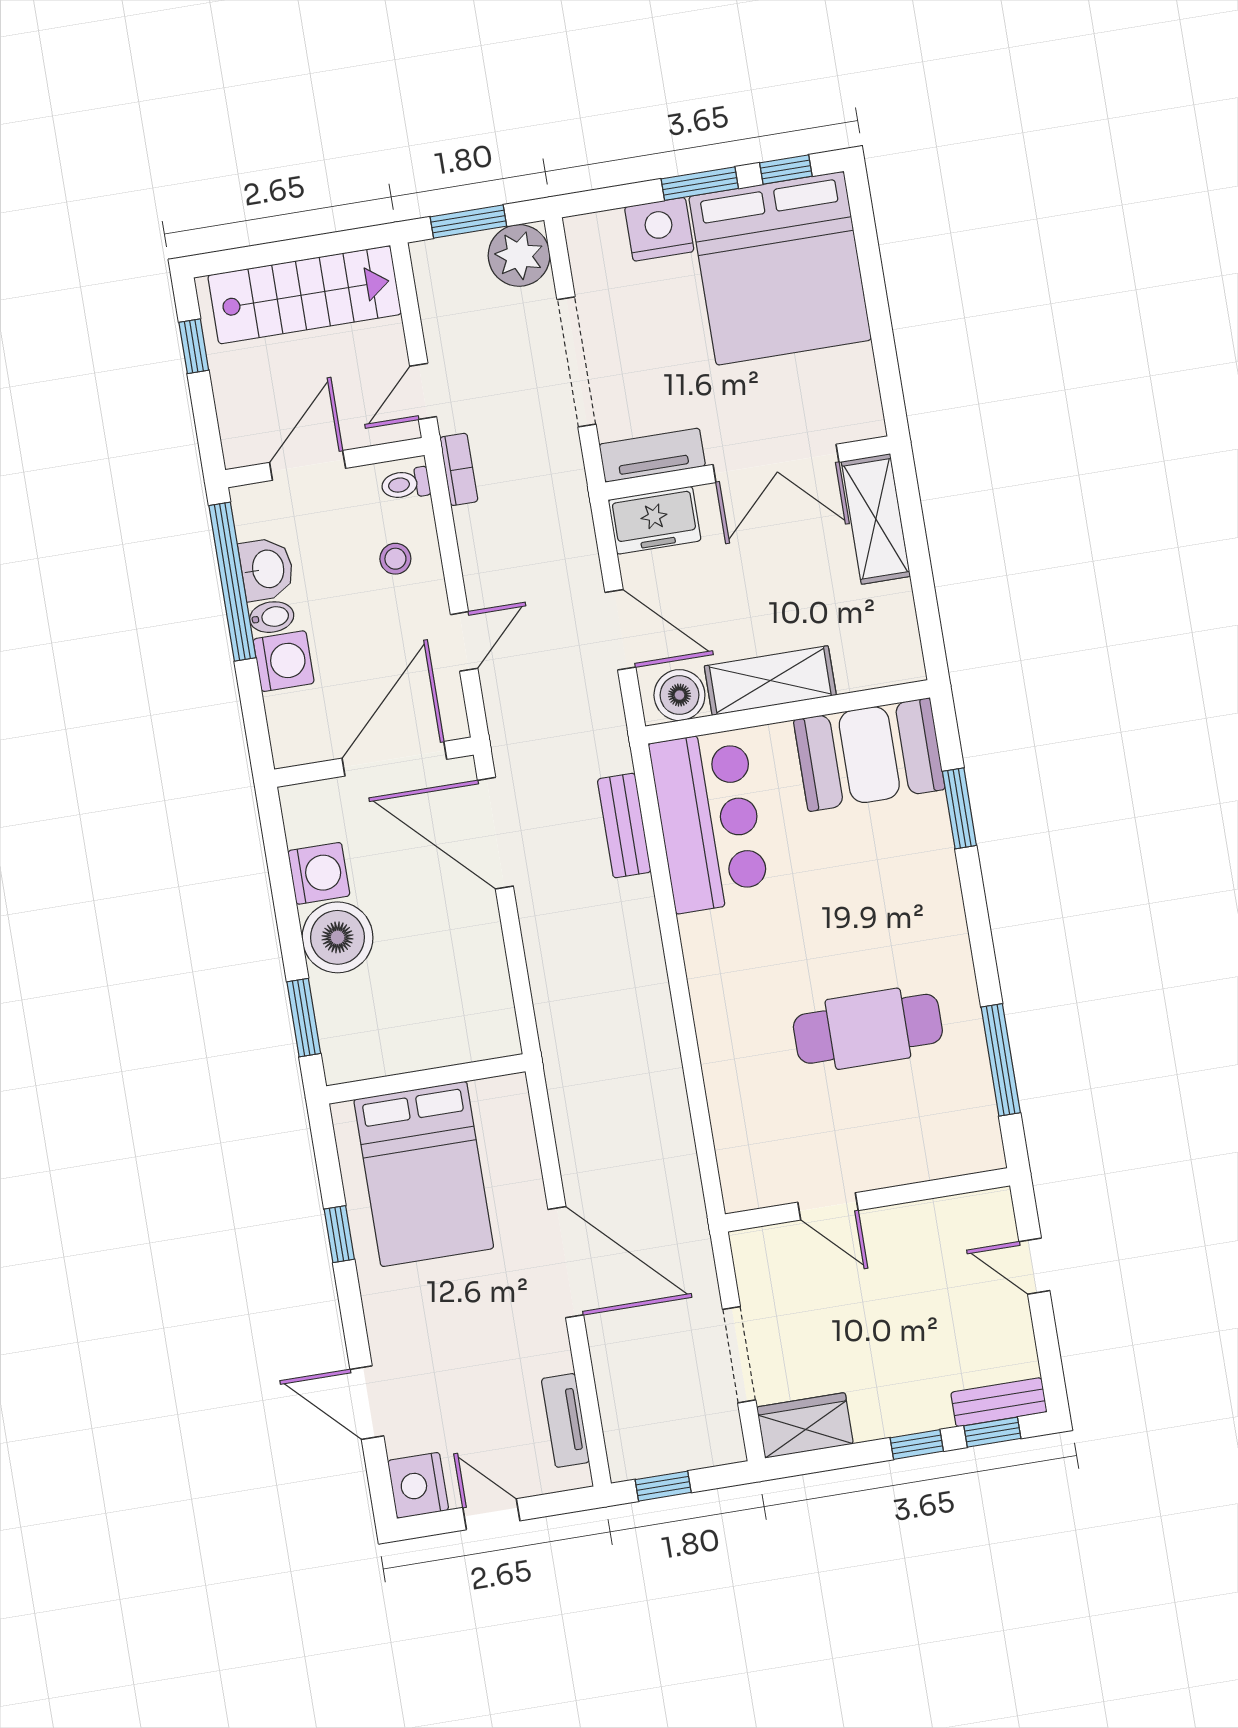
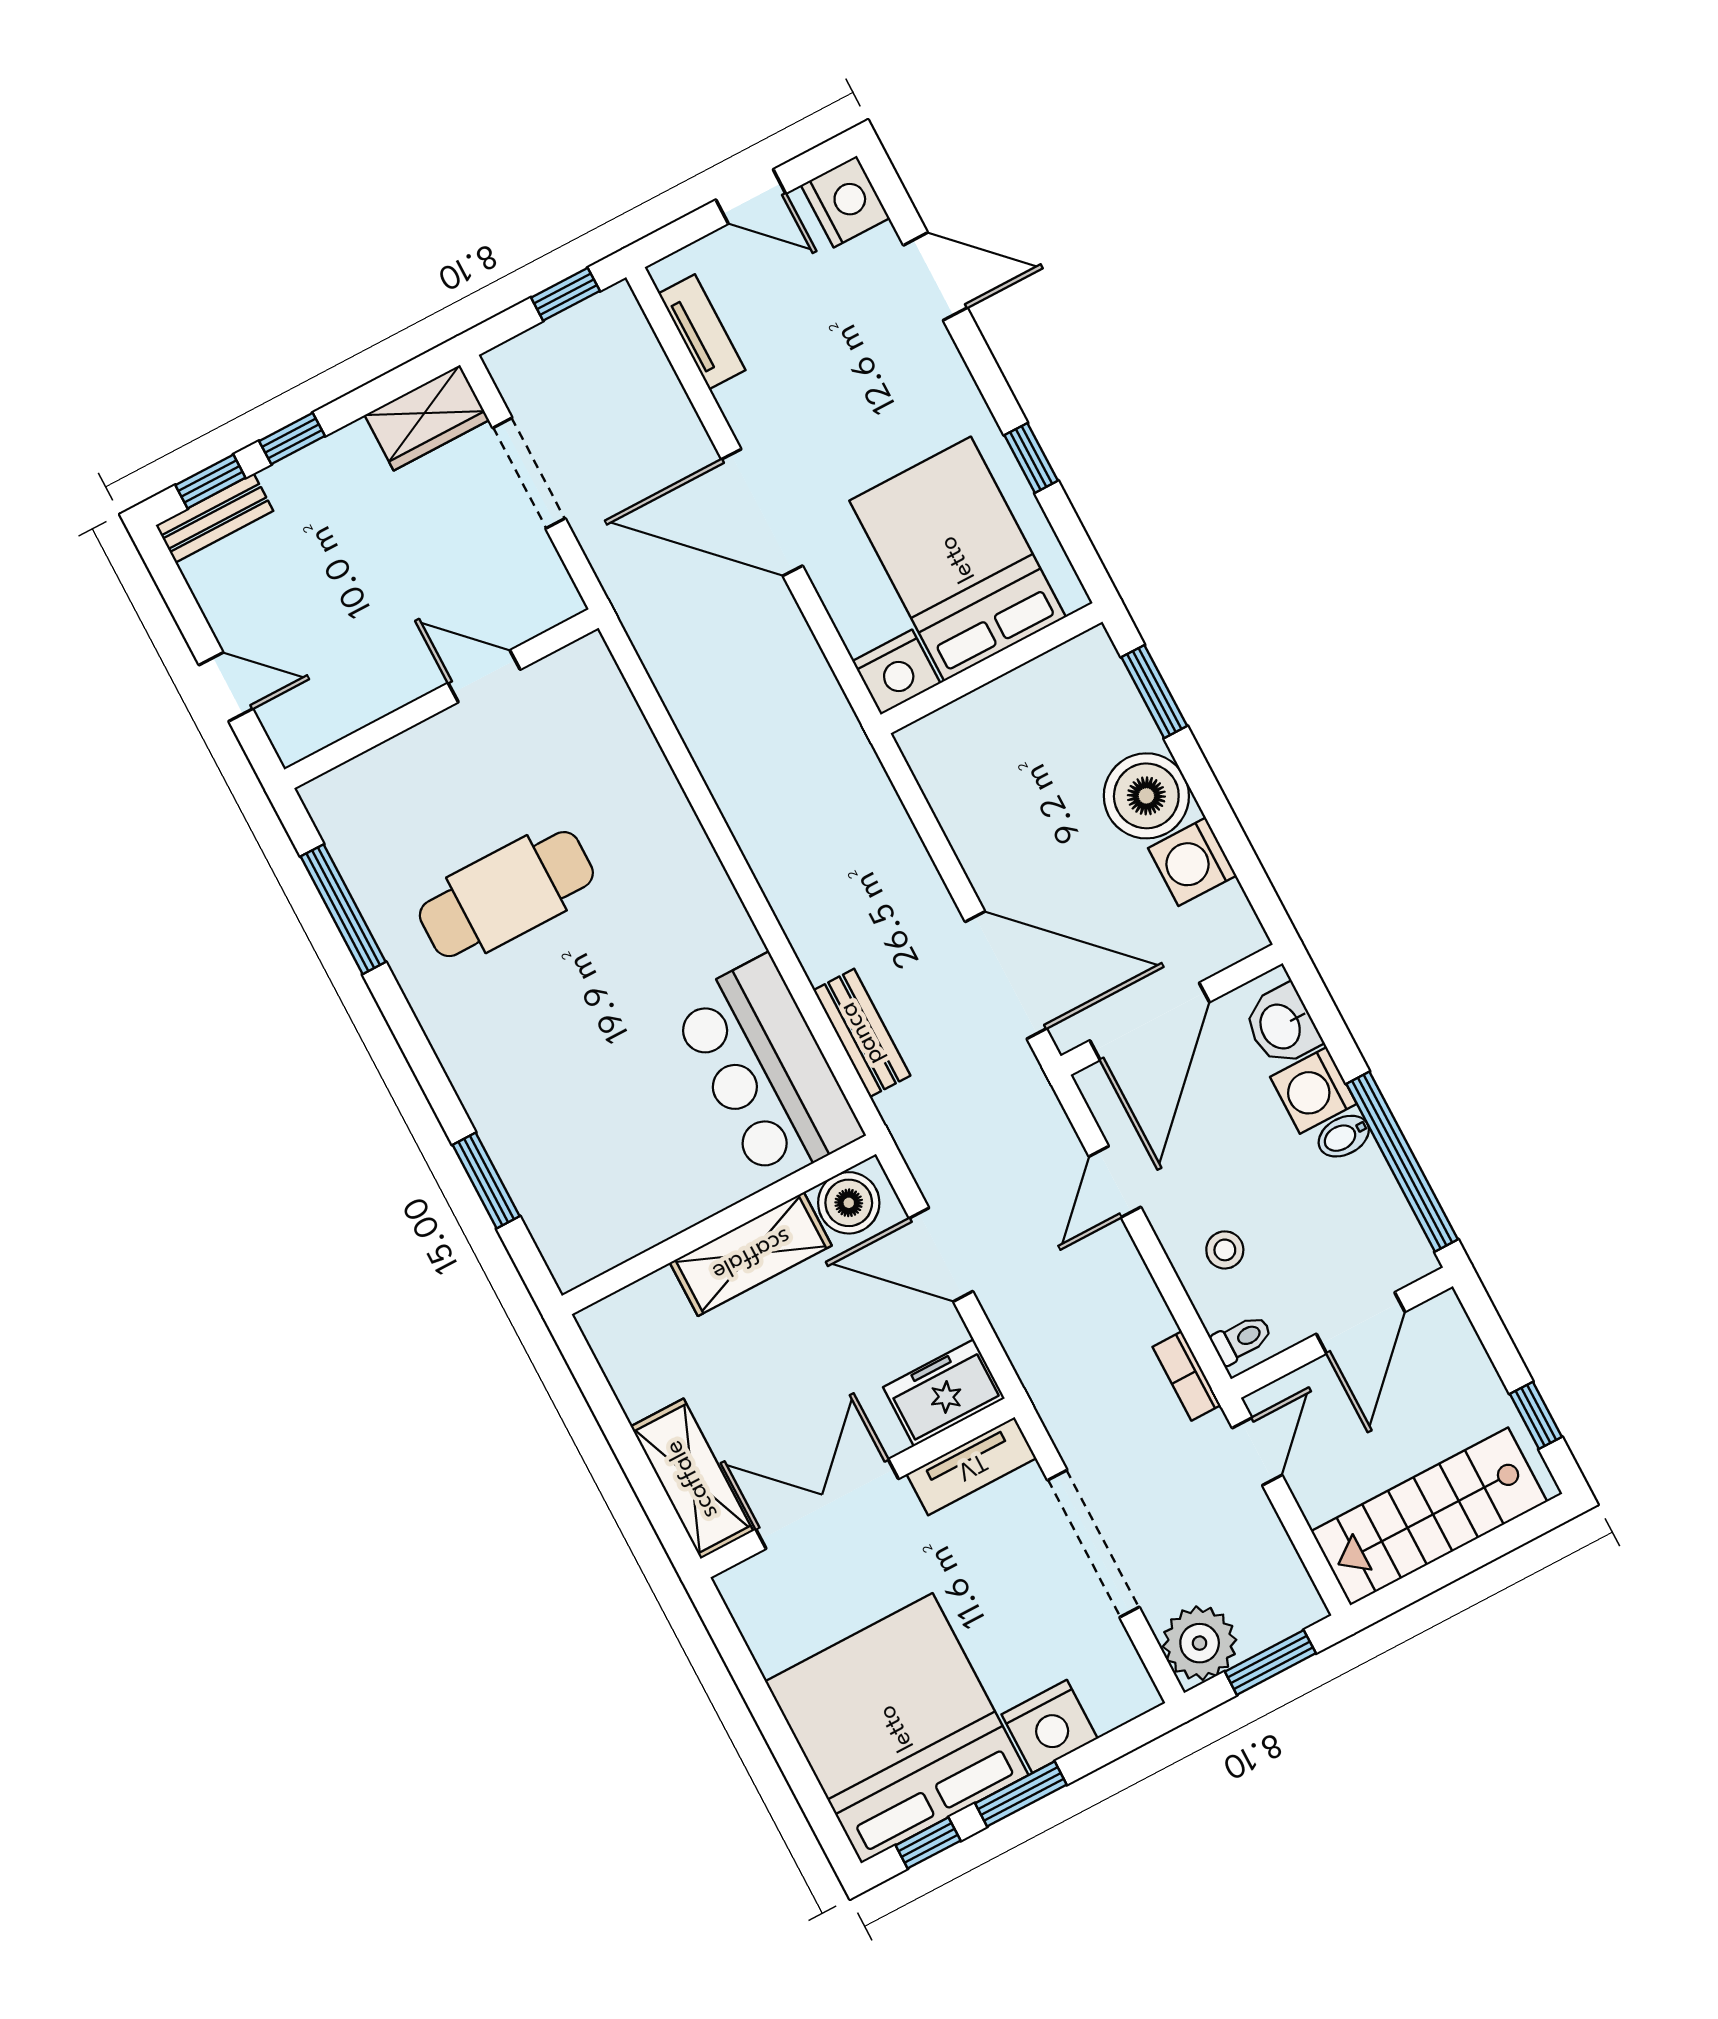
washbasin: (267, 569) -> (1282, 1026), moved
booth: (869, 755) -> (610, 1207), removed
nightstand: (502, 1101) -> (896, 672), added

